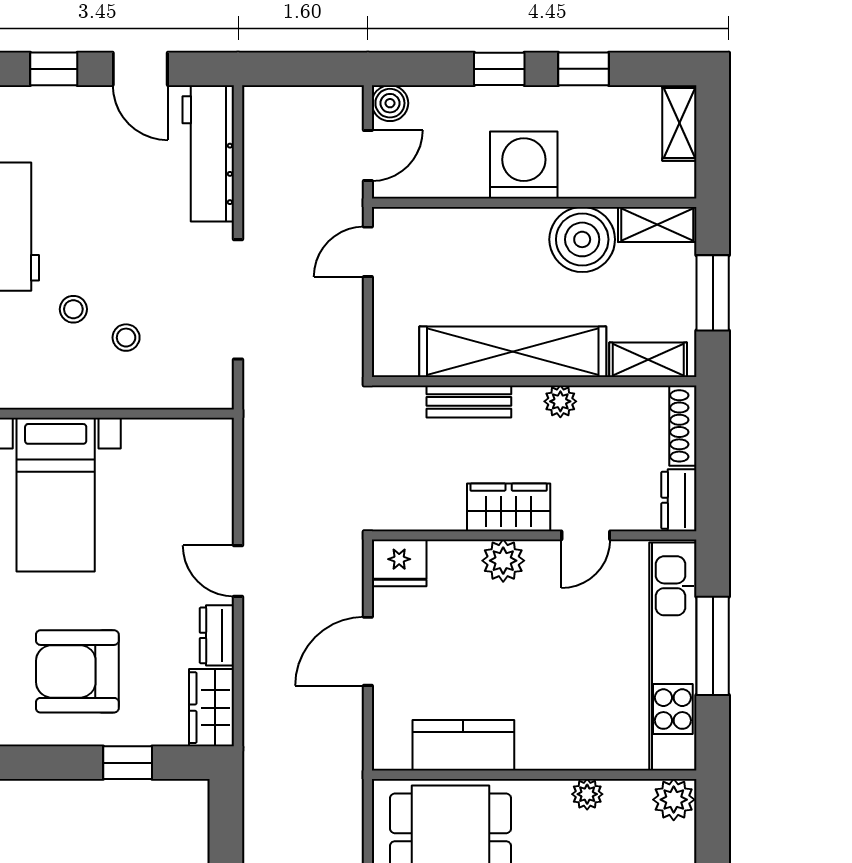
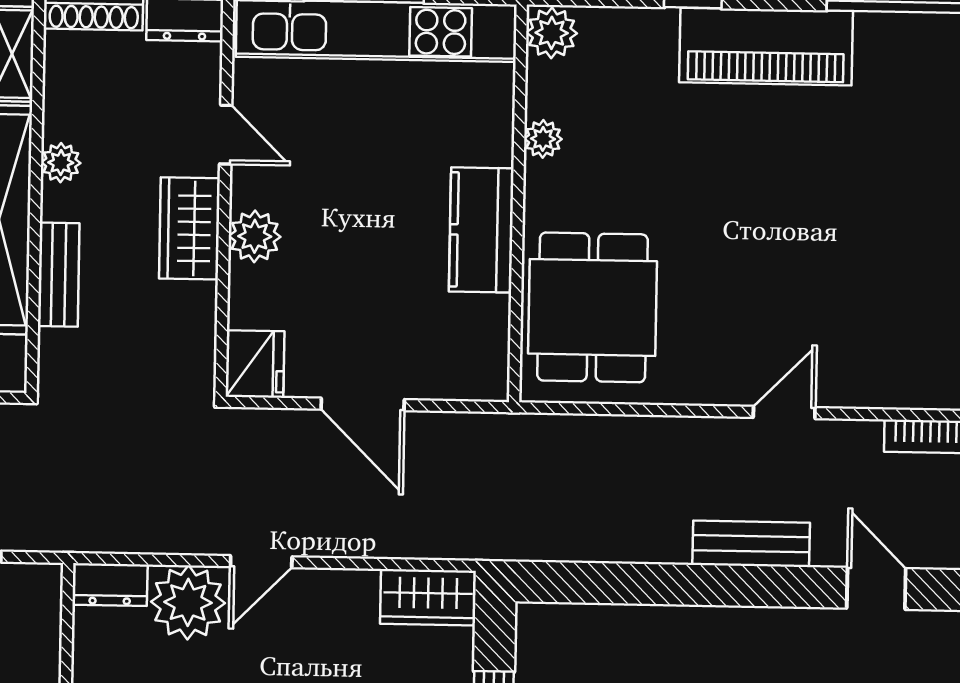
plant: (204, 512) -> (188, 602), added
dresser: (217, 635) -> (110, 585), moved
kitchen counter: (463, 745) -> (481, 230), moved

